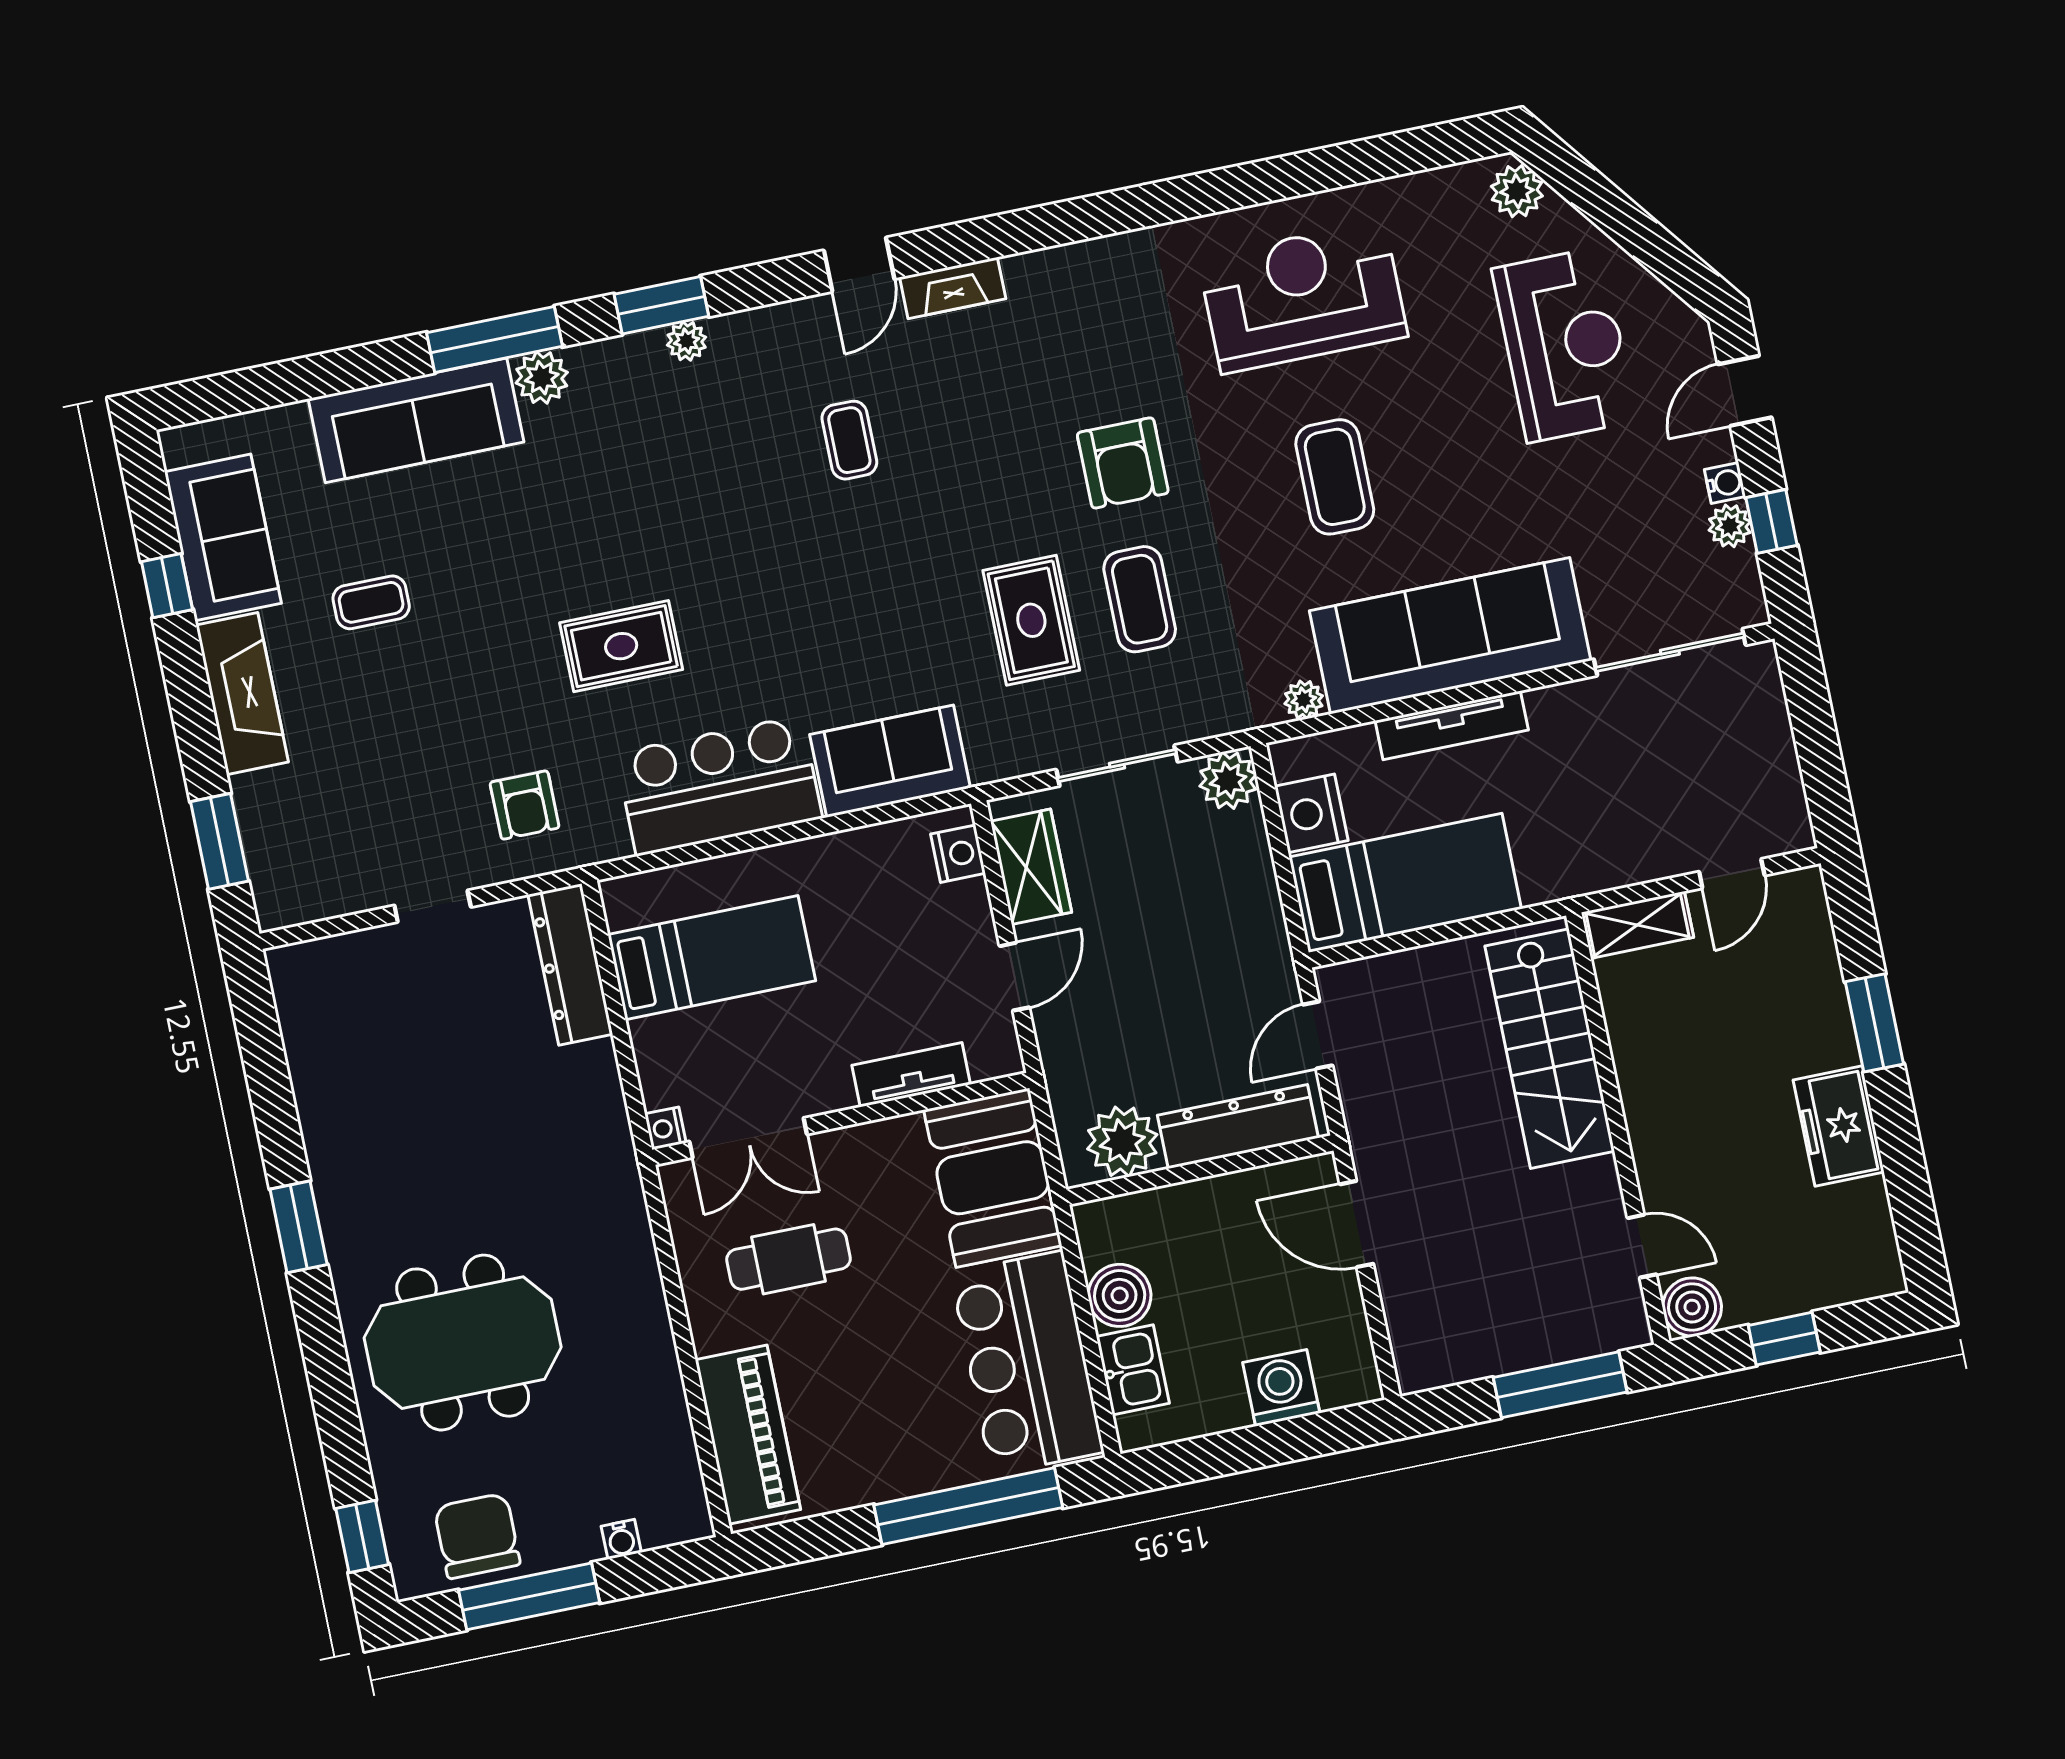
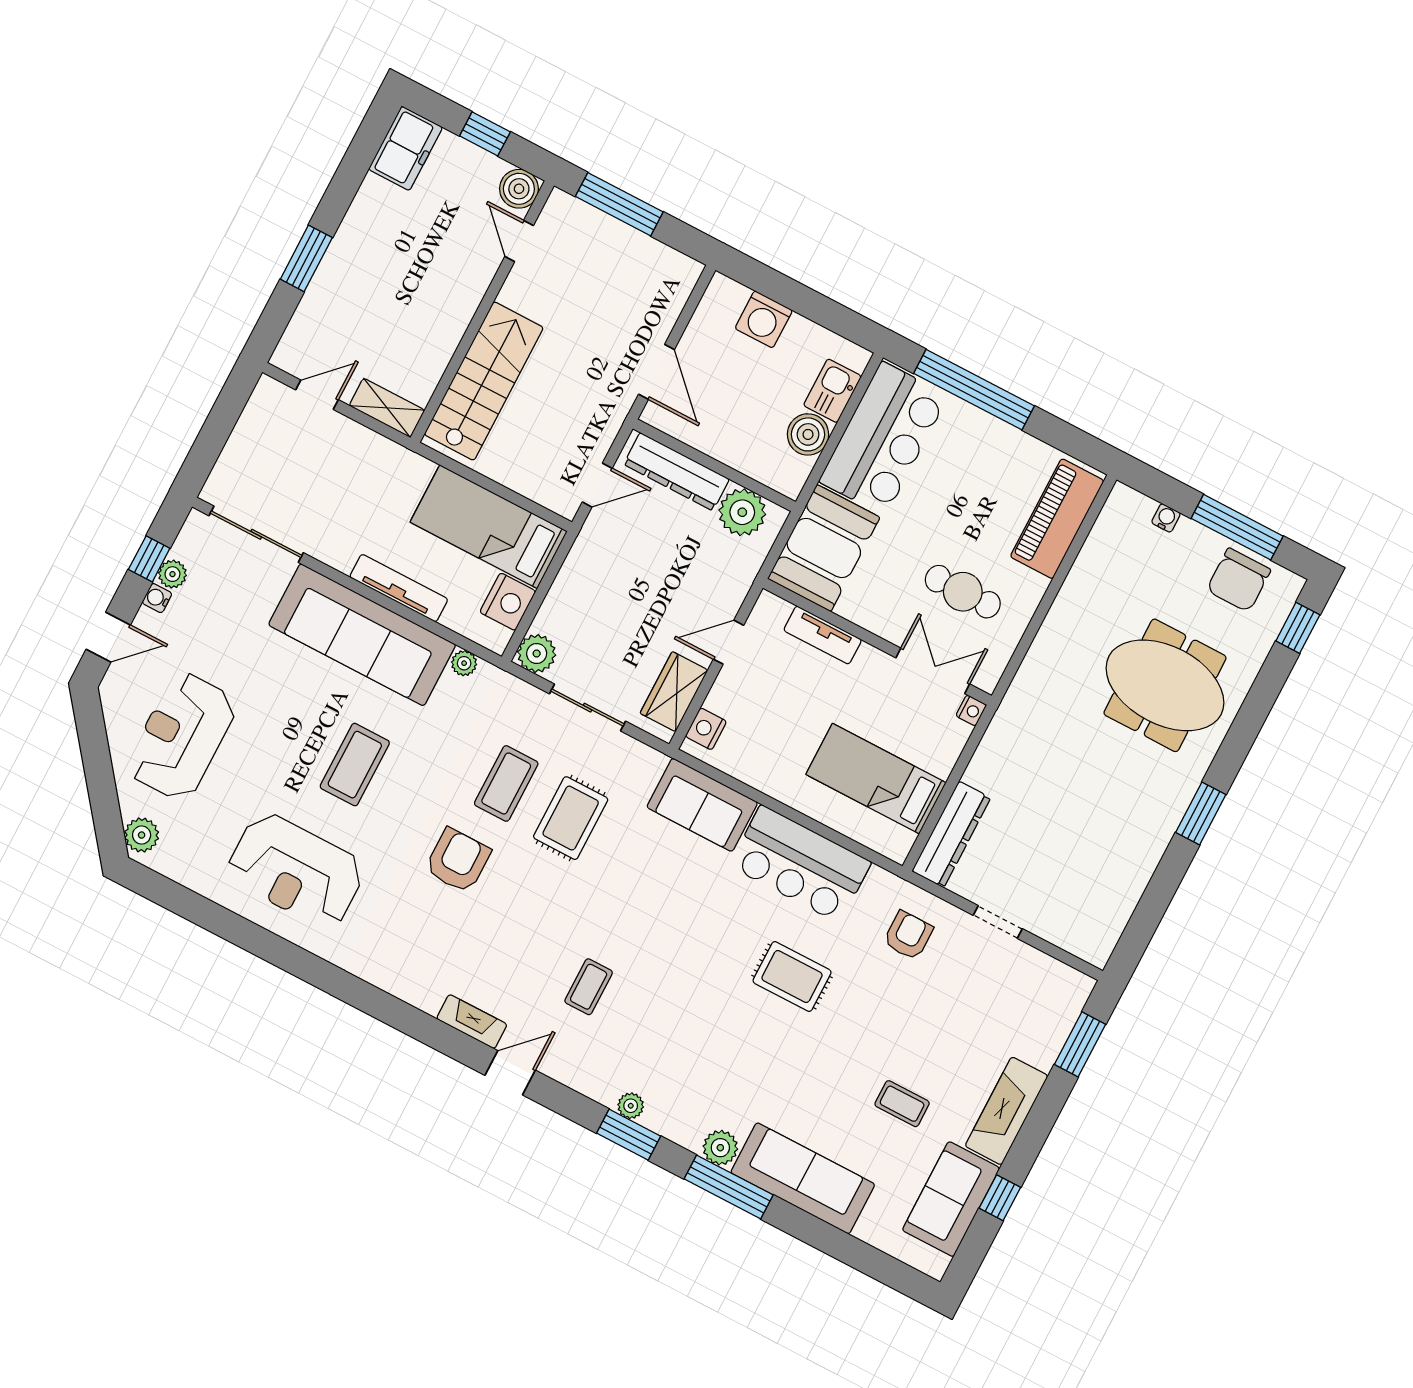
freezer: (1839, 1126) -> (406, 148), moved

